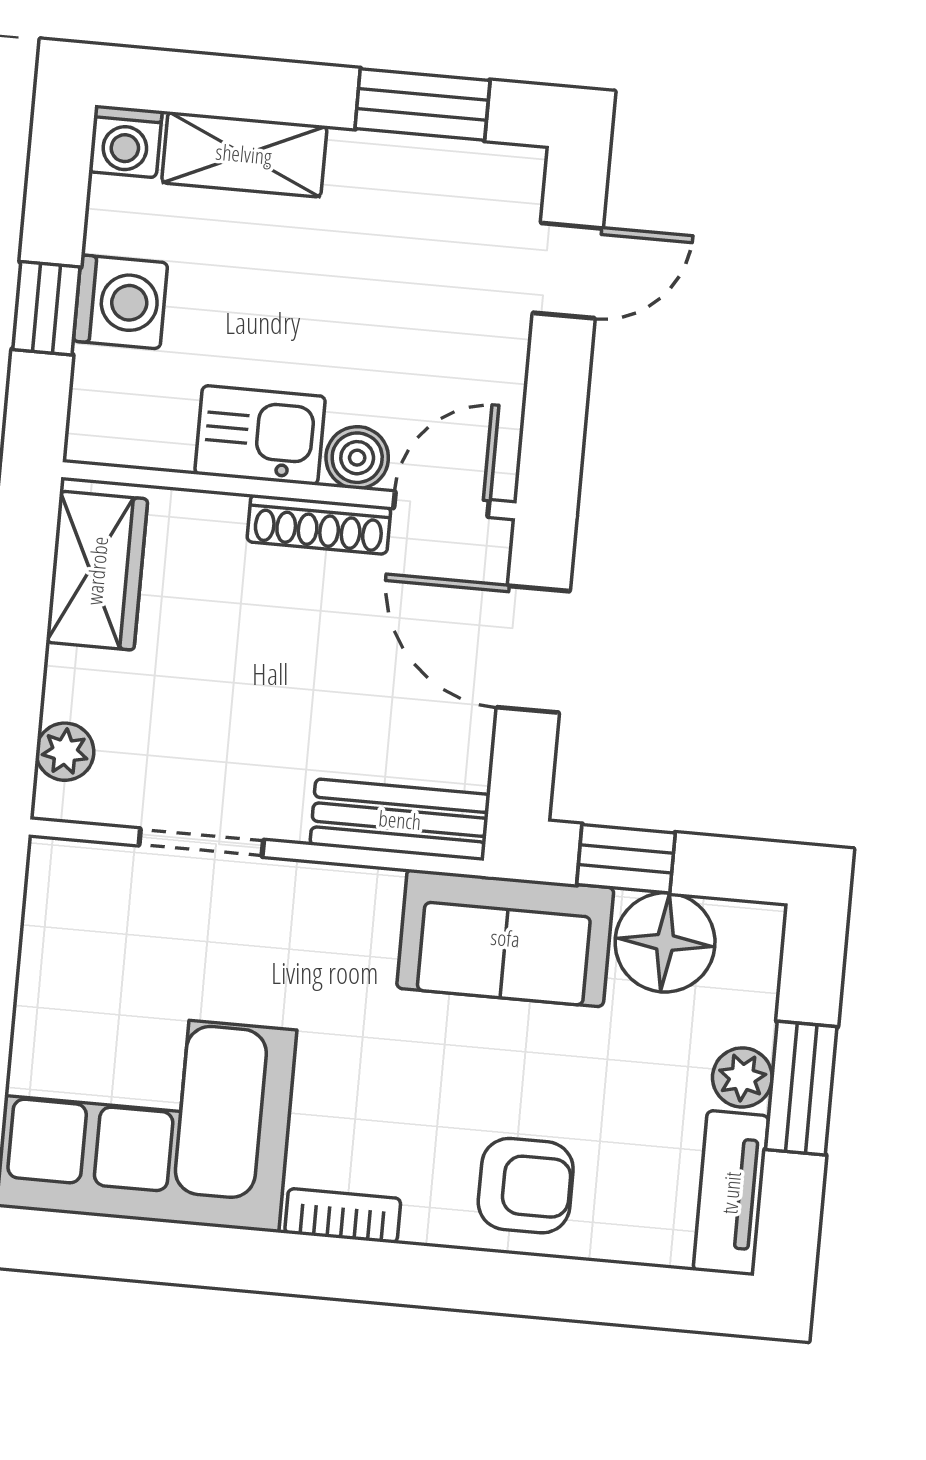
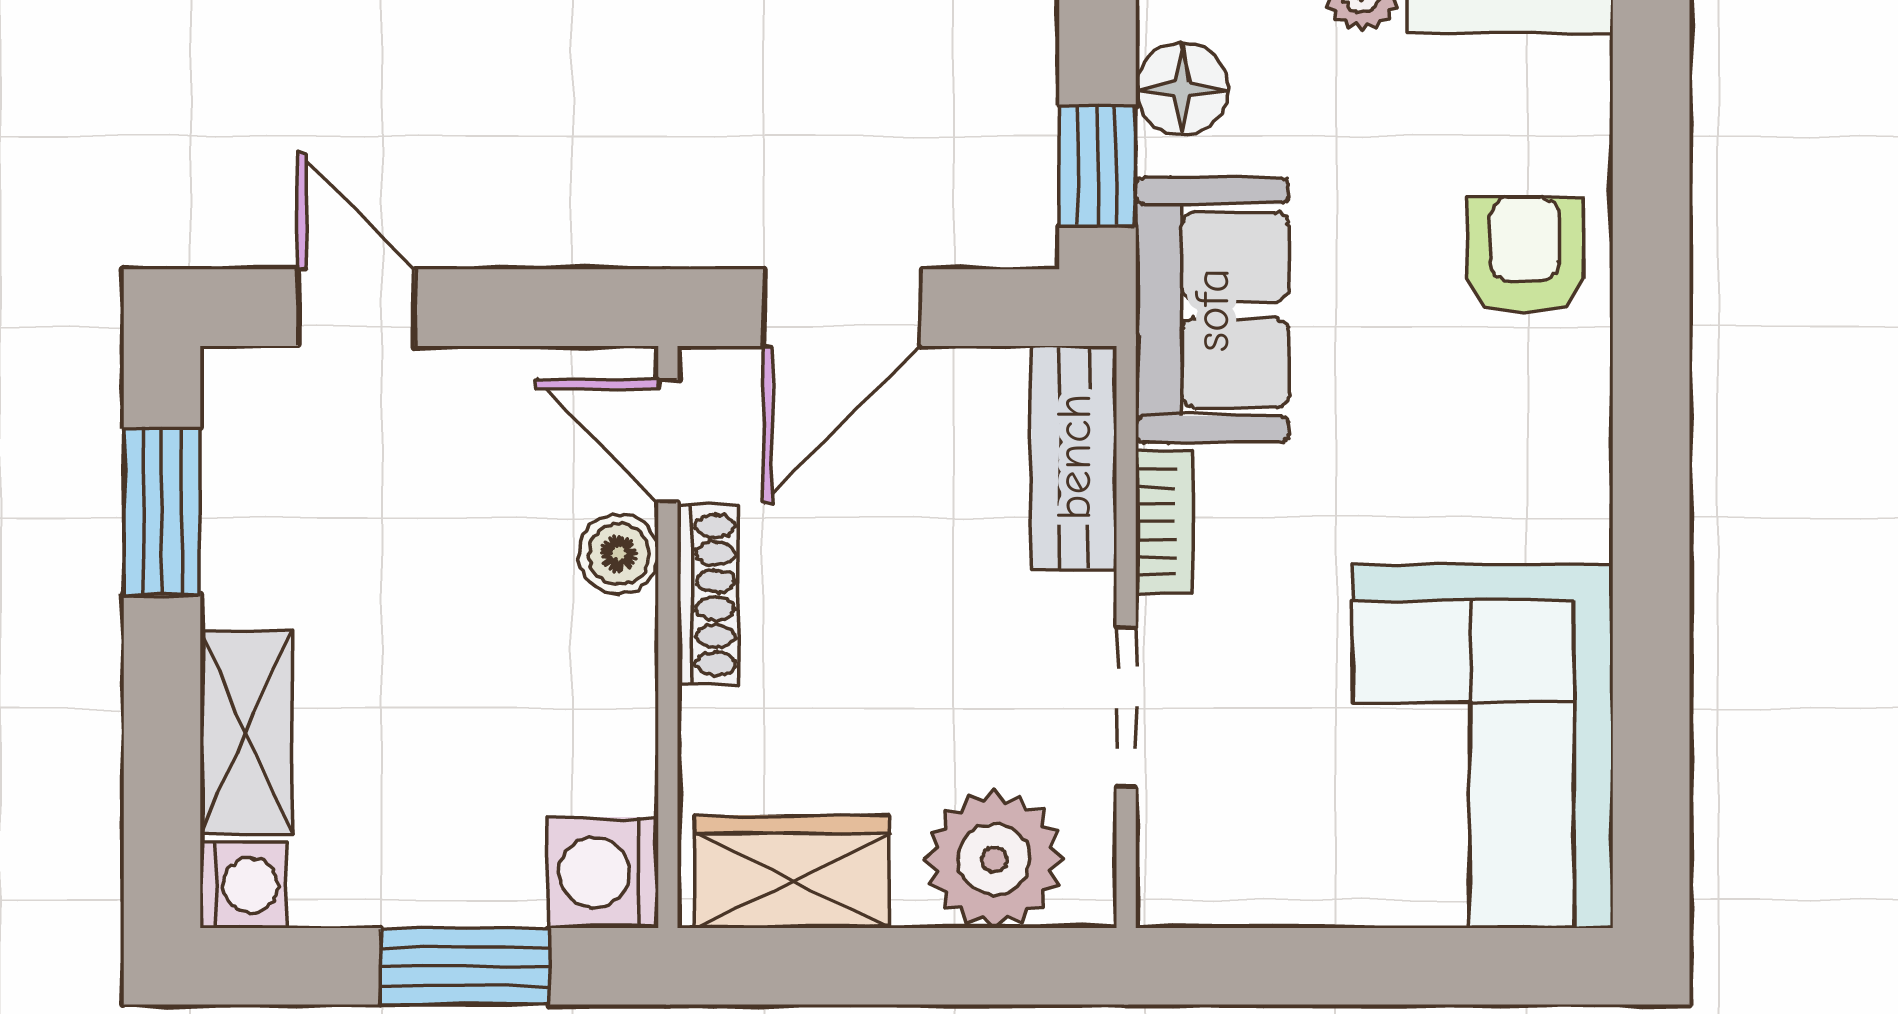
washing machine: (121, 302) -> (603, 873), moved, turned -90
window: (46, 308) -> (465, 966), width x1.50
kitchen sink: (260, 435) -> (601, 680), removed
plant: (65, 752) -> (994, 859), width x1.88, depth x1.88
floor lamp: (665, 942) -> (1182, 89), width x0.73, depth x0.73
bookcase: (343, 1216) -> (1164, 522), moved, turned 180

